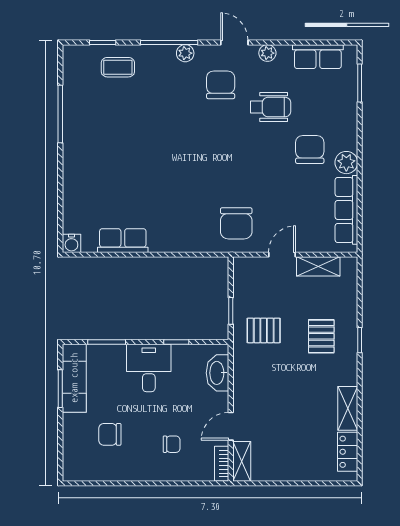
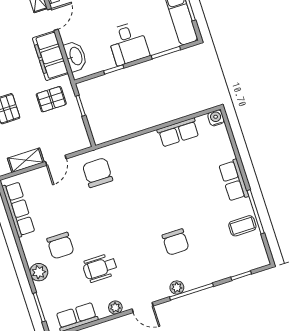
coffee table: (118, 67) -> (242, 226), moved
chair: (221, 85) -> (176, 242), moved
row of seats: (74, 161) -> (234, 180), added
plant: (346, 163) -> (39, 272), moved
filing cabinet: (248, 383) -> (50, 56), added

